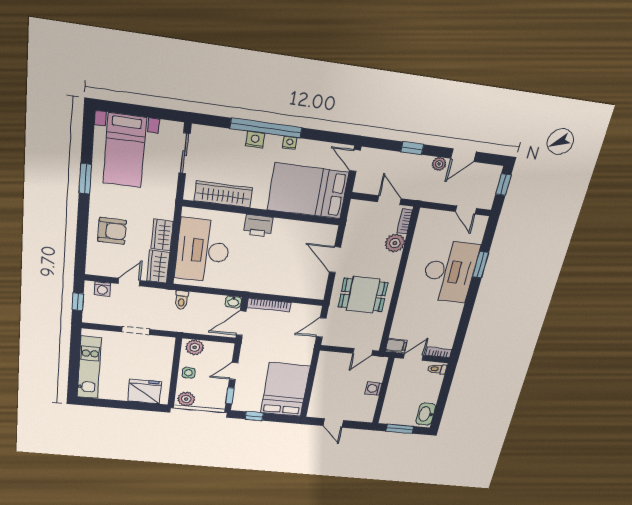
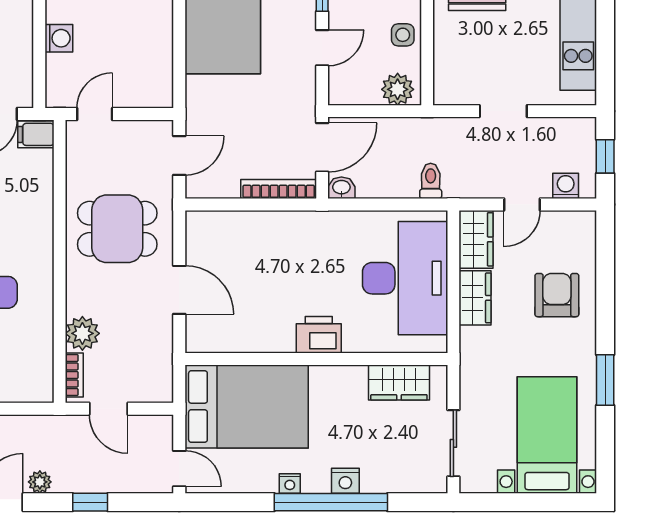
wardrobe: (223, 194) -> (399, 383), width x0.67
armchair: (112, 231) -> (557, 295), turned 90

